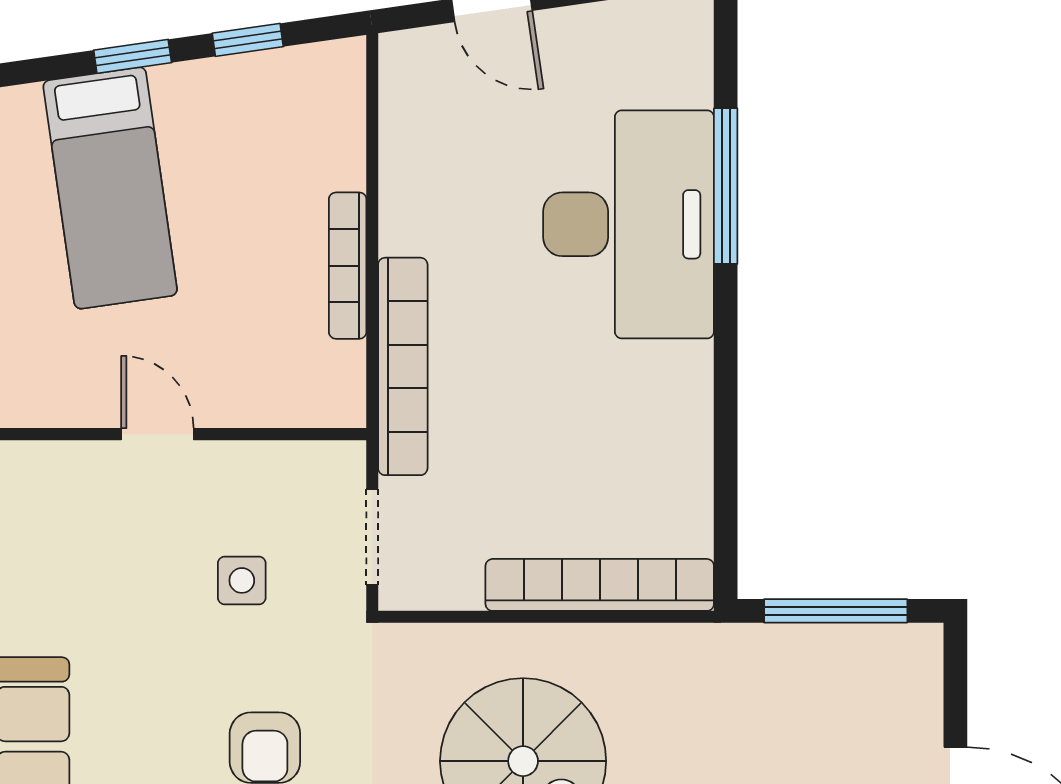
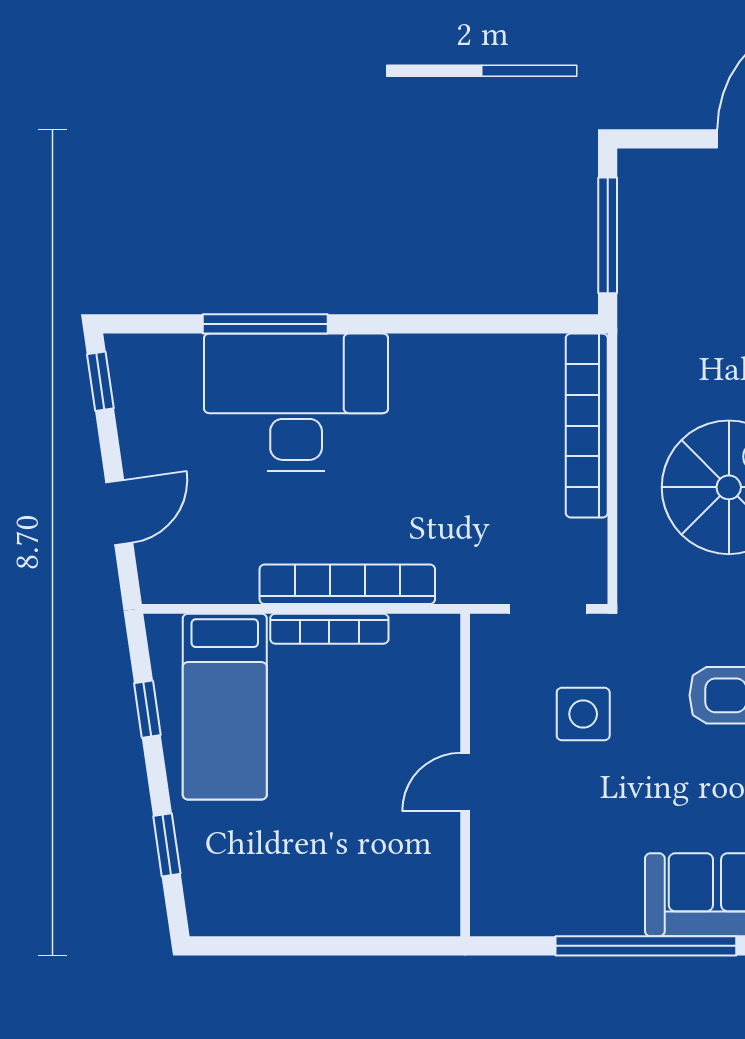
window: (133, 56) -> (167, 845), moved
bed: (110, 188) -> (225, 707), moved, turned 98
bookcase: (403, 366) -> (347, 584), moved
side table: (242, 580) -> (583, 714), width x1.37, depth x1.37

